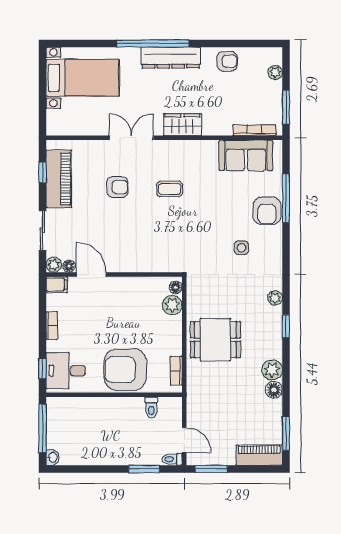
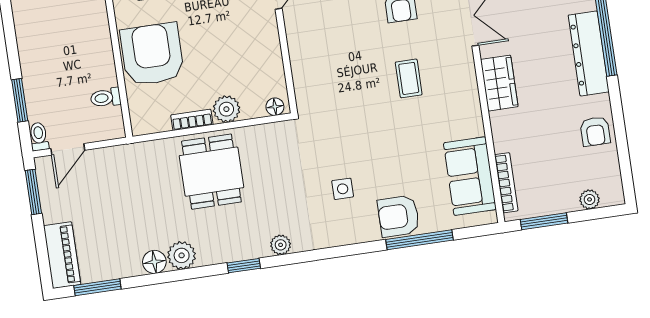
plant: (172, 305) -> (226, 109), moved
bookcase: (176, 371) -> (192, 120), moved

